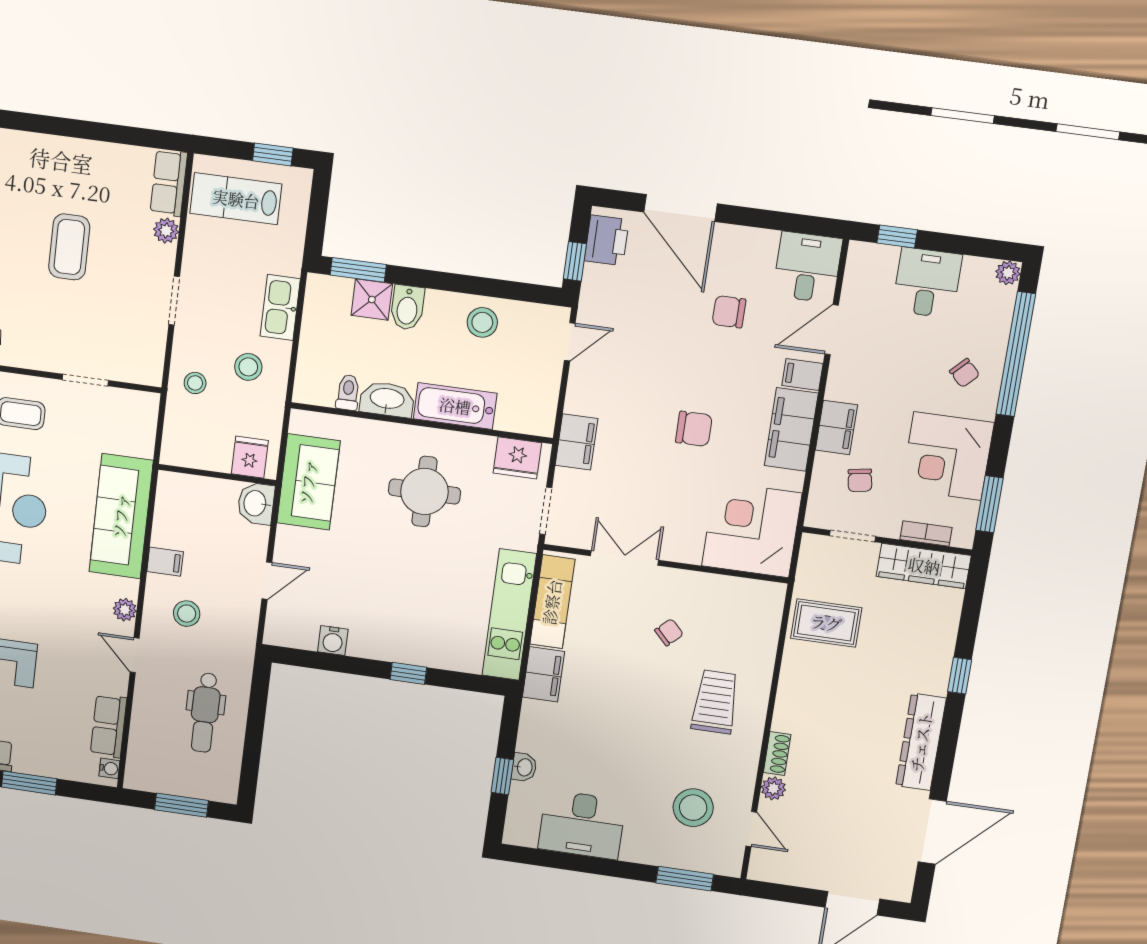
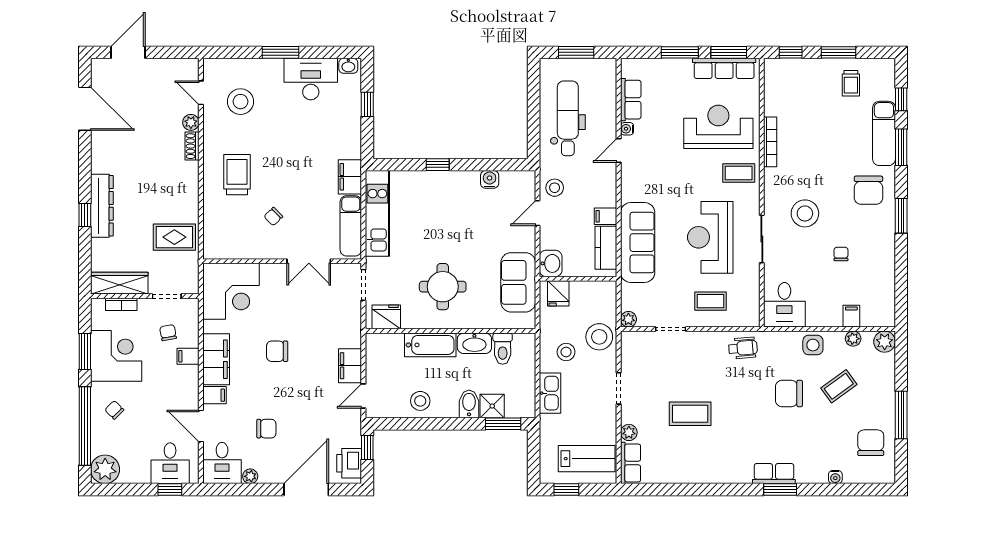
door: (680, 208) -> (306, 490), hinge flipped
plant: (766, 241) -> (250, 476), added
coffee table: (69, 247) -> (690, 414), turned 90
plant: (1008, 273) -> (105, 469), width x1.88, depth x1.88
desk: (927, 283) -> (170, 463), moved
door: (832, 330) -> (201, 426), swing flipped
stool: (195, 383) -> (599, 337), width x1.89, depth x1.89
toilet: (348, 392) -> (503, 349), width x1.37, depth x1.39
filing cabinet: (836, 428) -> (188, 356), width x0.50
filing cabinet: (576, 442) -> (350, 366), moved
window: (990, 504) -> (85, 351), moved
kitchen counter: (170, 515) -> (606, 248), added
plant: (125, 610) -> (628, 319), moved
stool: (187, 614) -> (555, 188), moved
door: (135, 655) -> (619, 151), swing flipped
trolley: (715, 702) -> (237, 175), turned 180
dental chair: (205, 713) -> (568, 118), width x1.36, depth x1.38
dresser: (921, 742) -> (102, 206), moved
washbasin: (524, 767) -> (348, 66), moved, turned -90
water cooler: (109, 768) -> (627, 129), moved
door: (932, 832) -> (85, 109), swing flipped
window: (685, 879) -> (281, 52), moved

